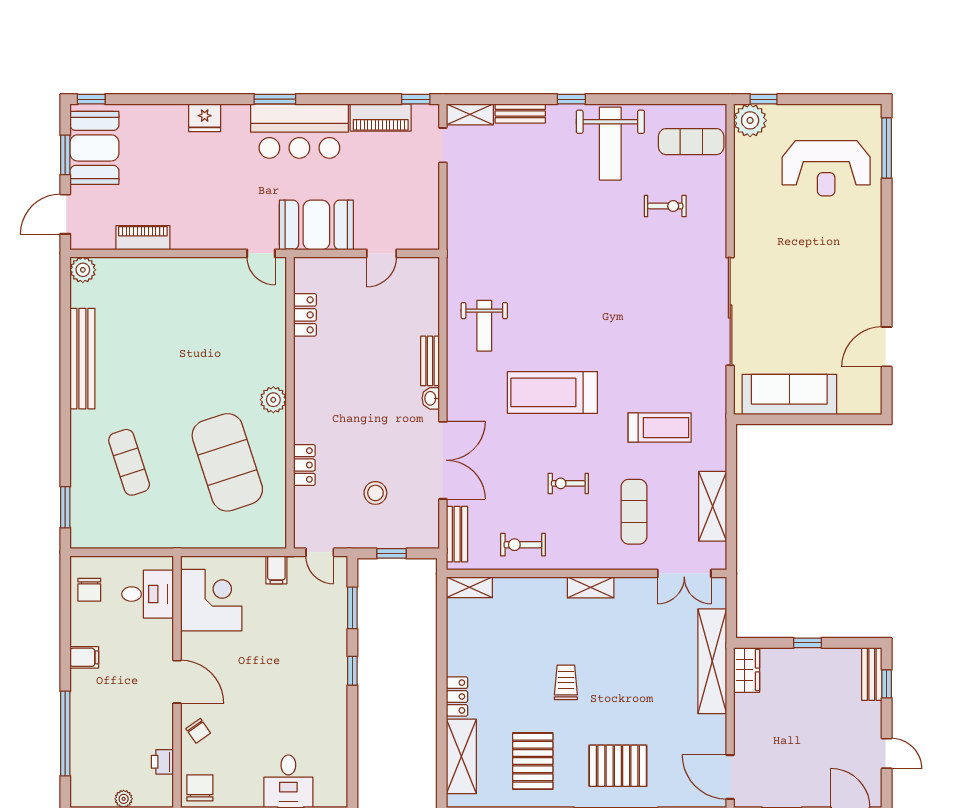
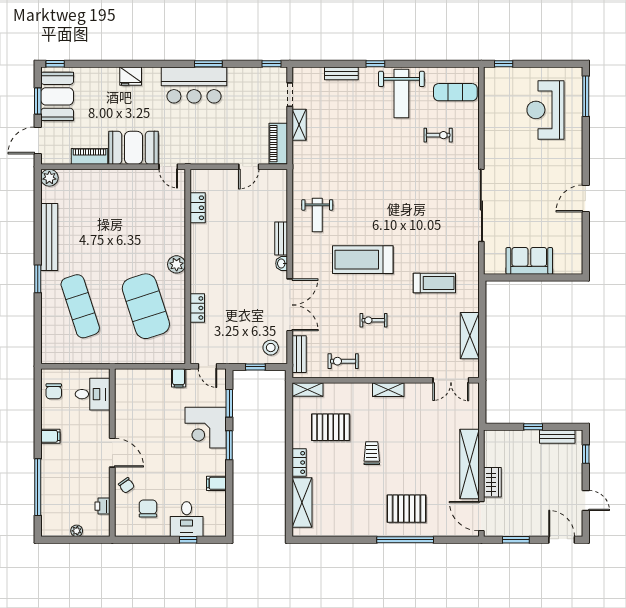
window: (275, 99) -> (208, 64), moved
shelving: (470, 114) -> (299, 125), moved, turned 90
piano: (381, 118) -> (278, 144), moved, turned 90
plant: (750, 120) -> (495, 78), removed
reception desk: (826, 168) -> (545, 110), turned 90
booth: (316, 225) -> (133, 148), moved
door: (887, 347) -> (586, 199), moved
sofa: (789, 394) -> (529, 261), width x0.73
exercise mat: (129, 462) -> (80, 306), width x1.36, depth x1.45
stool: (375, 493) -> (271, 348), moved
window: (65, 507) -> (38, 279), moved
exercise mat: (634, 512) -> (417, 339), removed
corner desk: (211, 600) -> (206, 428), moved, turned 180
shelving: (712, 661) -> (469, 464), moved
wardrobe: (747, 670) -> (492, 482), moved
window: (352, 671) -> (229, 445), width x1.50
bench: (872, 674) -> (557, 437), moved, turned 90
filing cabinet: (333, 728) -> (216, 483), added
pallet: (533, 761) -> (331, 427), moved, turned 90
chair: (200, 788) -> (148, 509), moved

